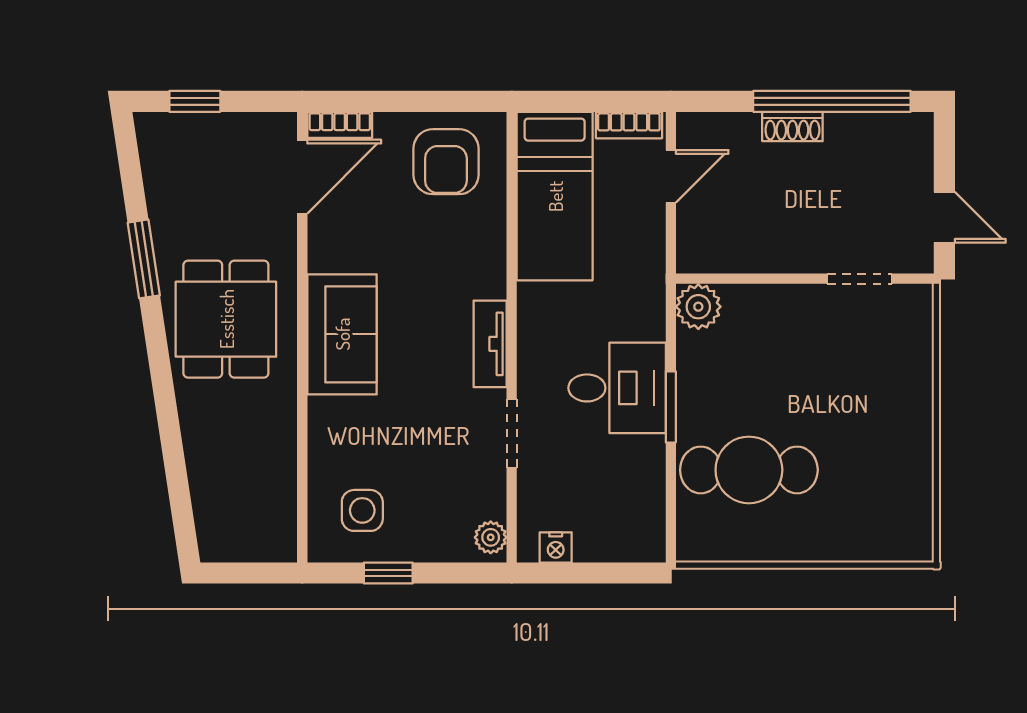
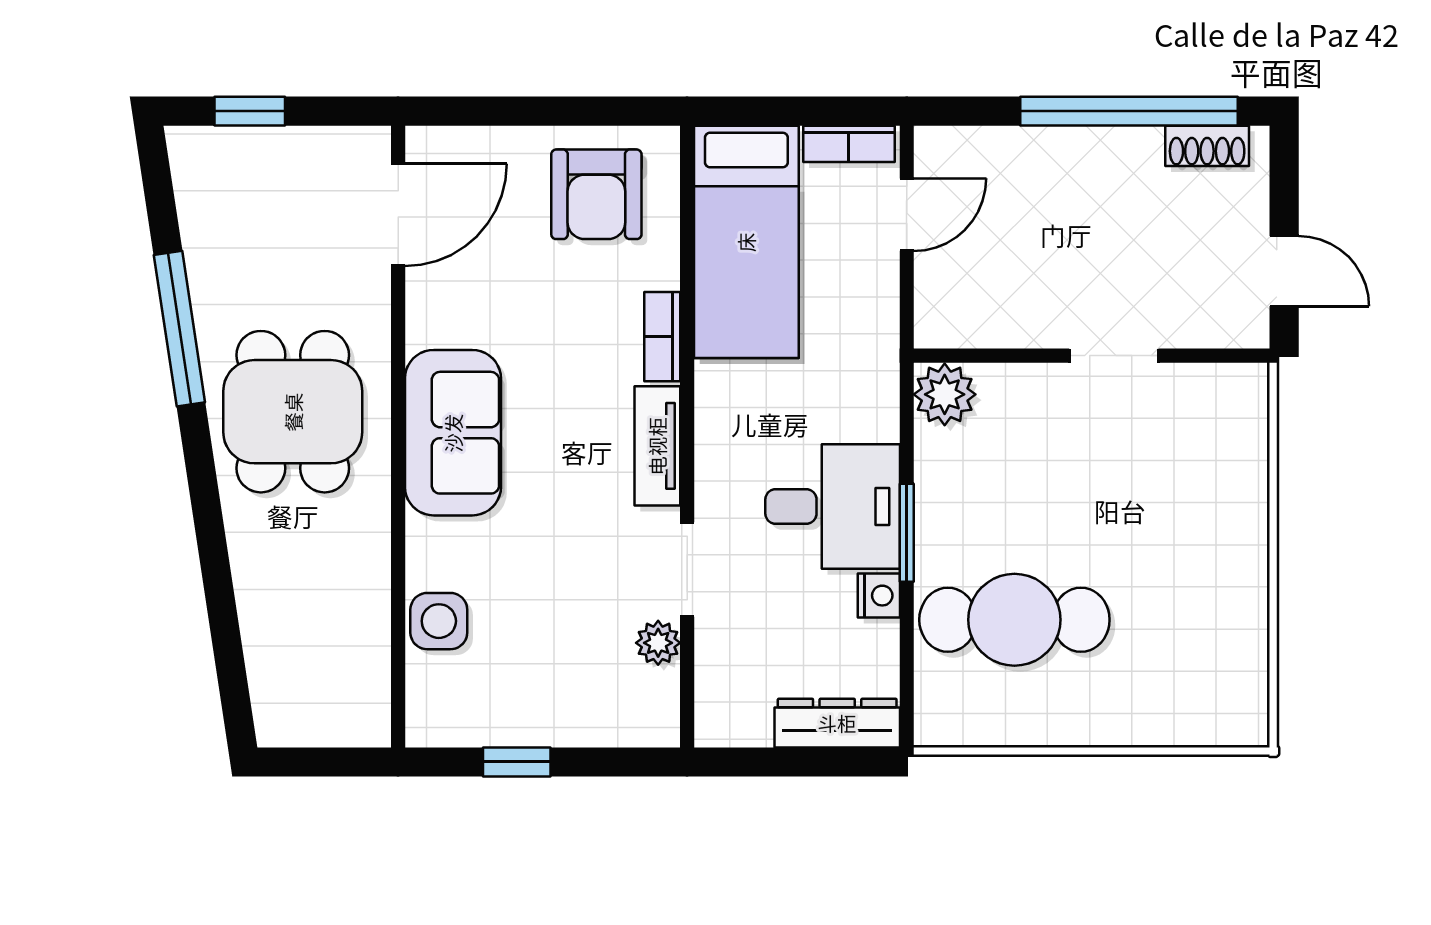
bookcase: (340, 125) -> (662, 337), moved, turned 90
shoe rack: (792, 127) -> (1207, 146), moved
window: (144, 259) -> (179, 329), width x1.44
doorway: (859, 279) -> (1114, 356), moved
side table: (362, 510) -> (439, 621), moved
plant: (491, 537) -> (658, 643), moved
dresser: (620, 545) -> (837, 723), added
nightstand: (556, 547) -> (879, 596), moved, turned -90

